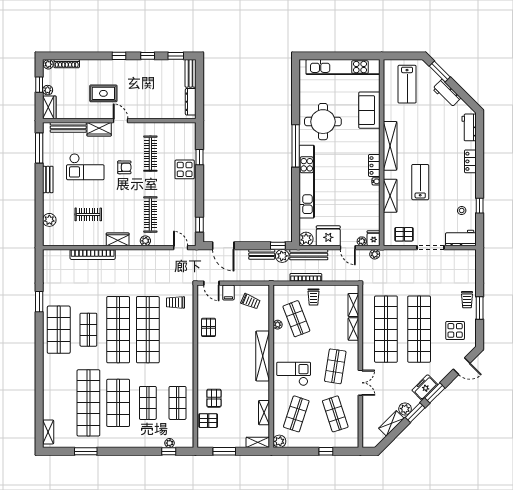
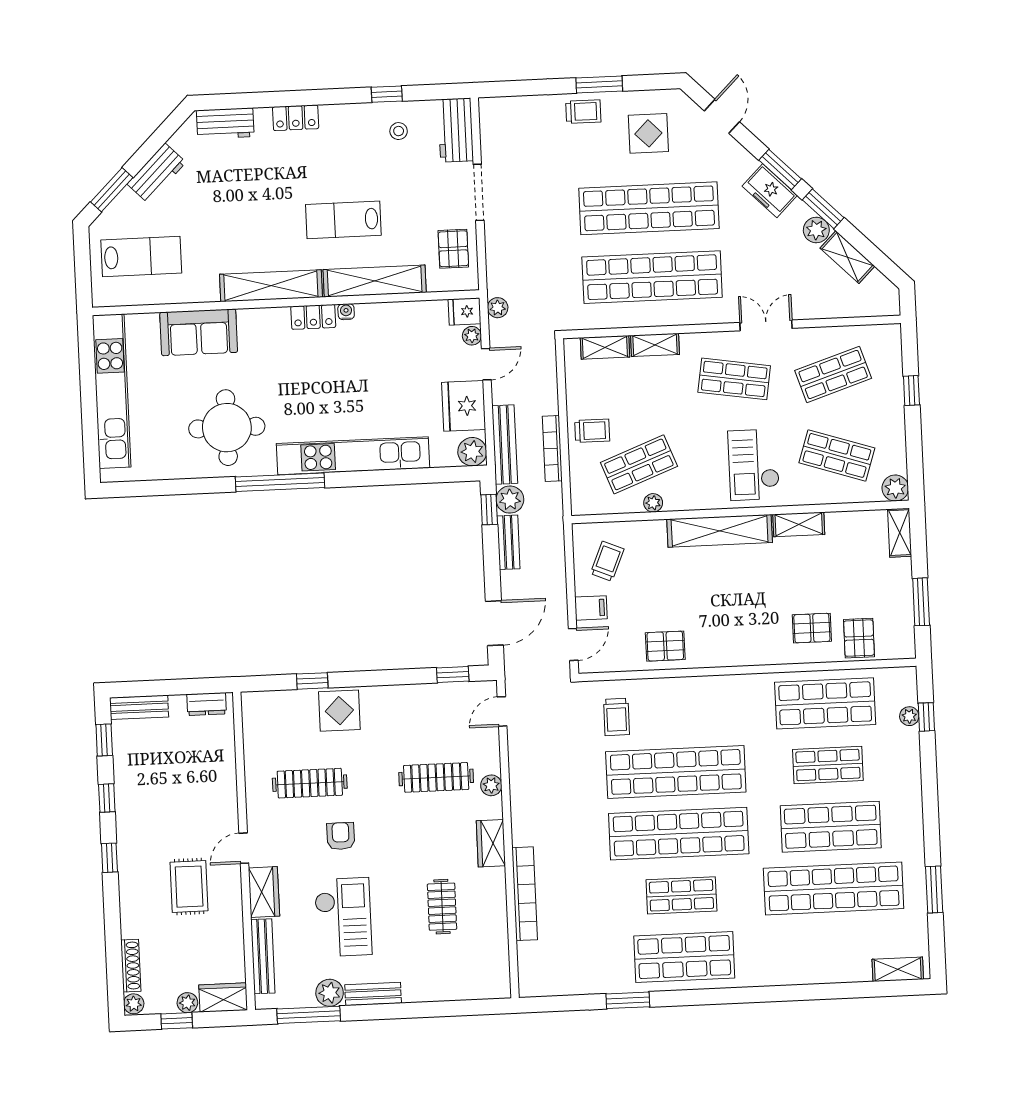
dresser: (191, 102) -> (207, 704), width x0.70
shelving: (390, 196) -> (375, 281), width x1.47
plant: (49, 220) -> (330, 993), moved
shop shelf: (178, 403) -> (825, 703), width x1.43, depth x1.36
shelving: (264, 413) -> (799, 524), moved

